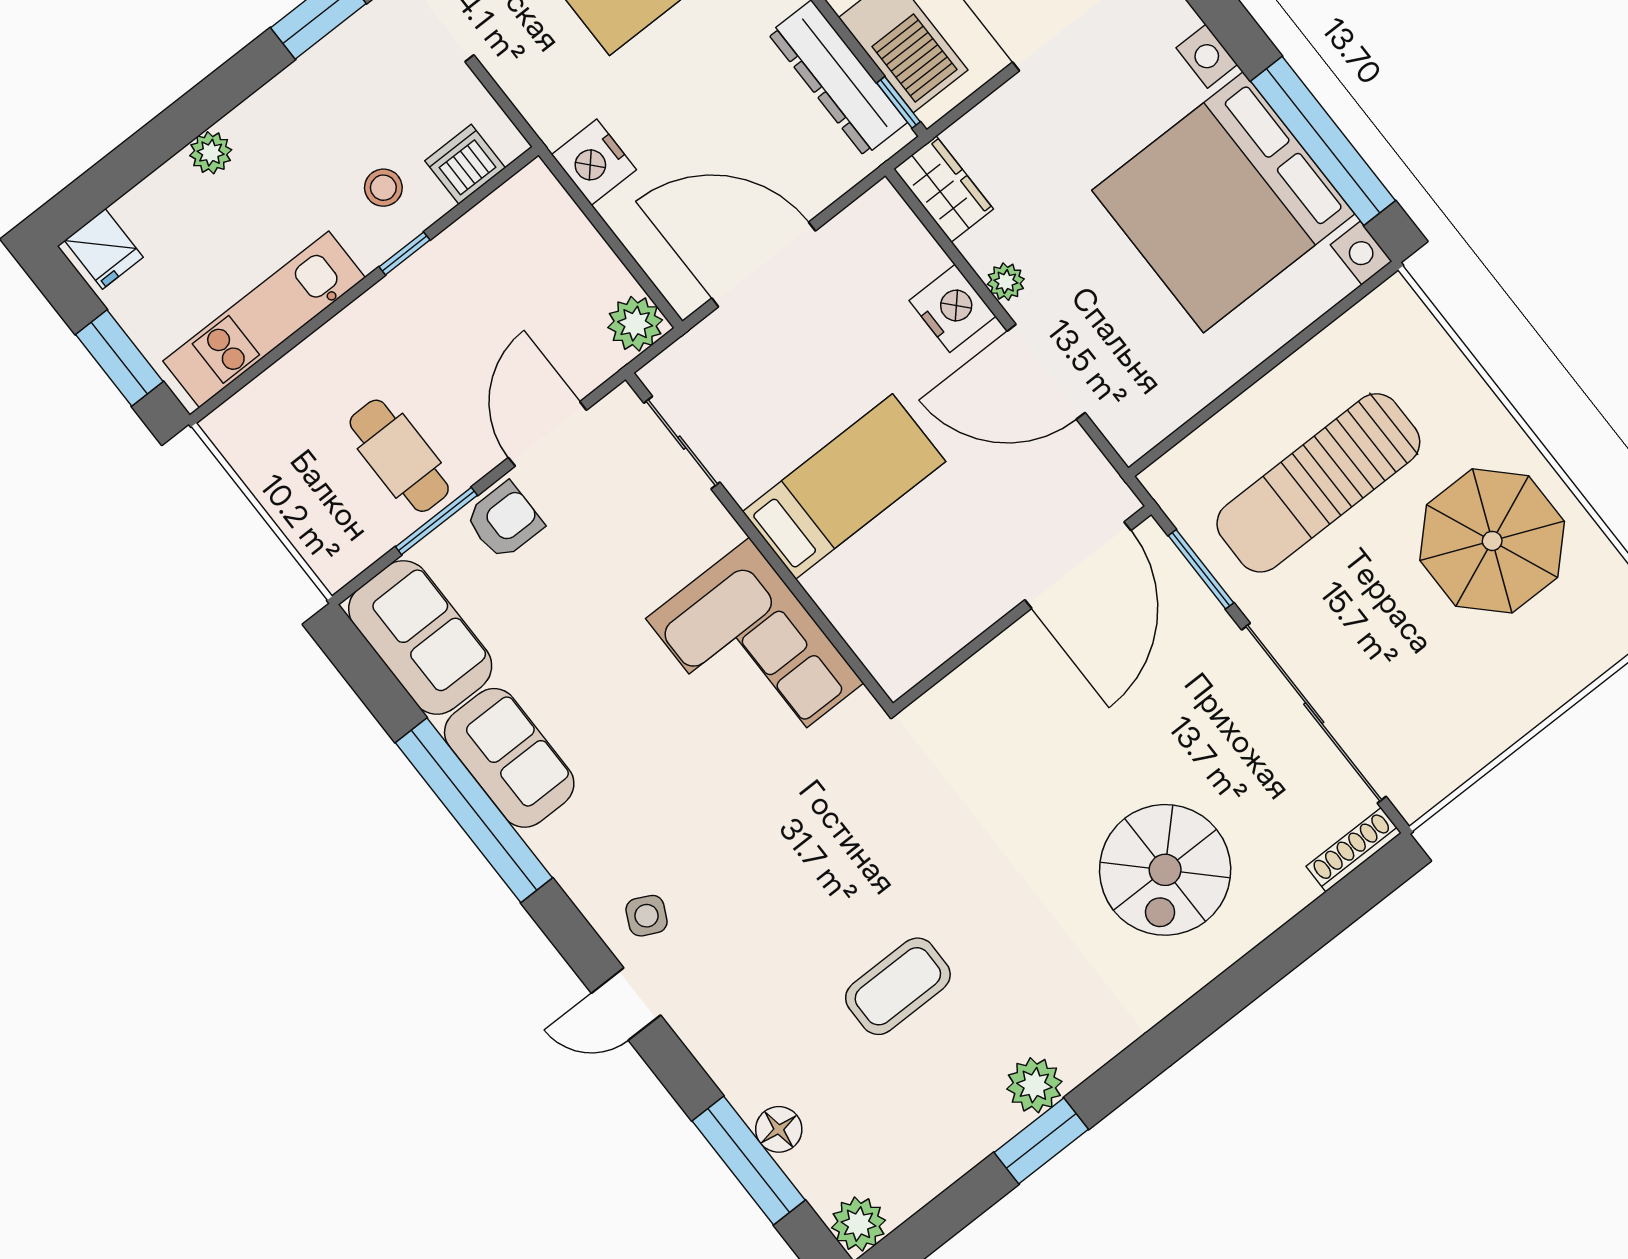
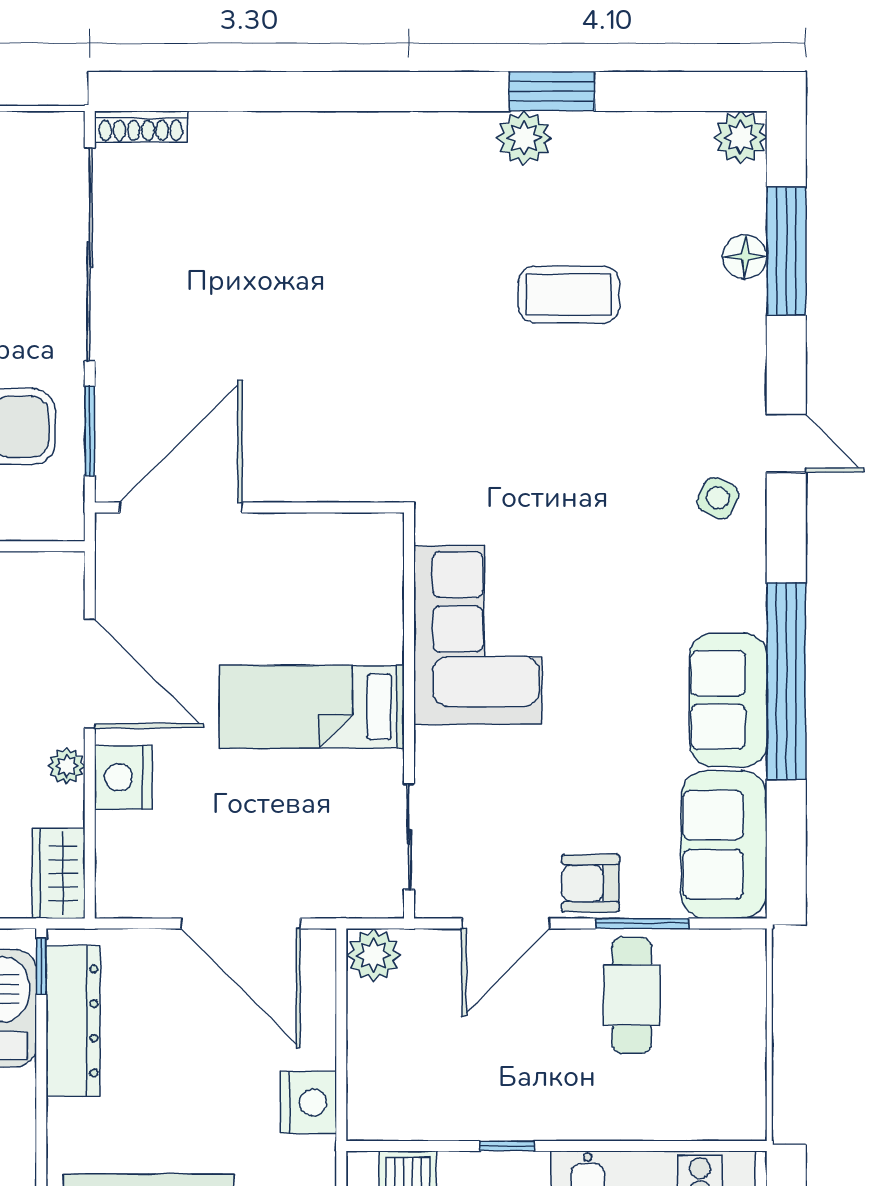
spiral stairs: (1165, 870) -> (296, 224), removed

